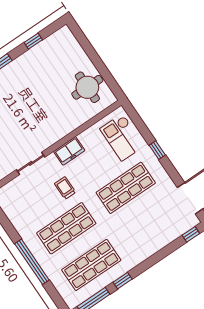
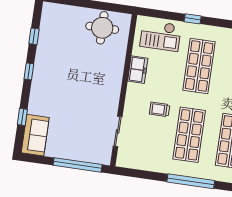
freezer: (69, 151) -> (138, 70), moved
sliding door: (31, 163) -> (118, 131), moved

